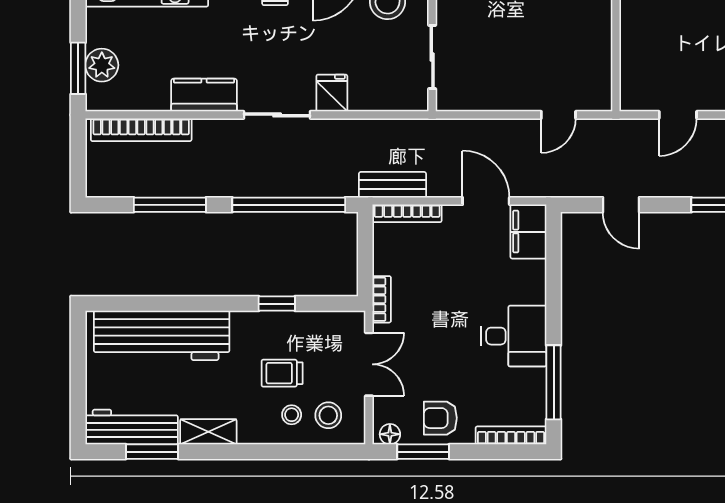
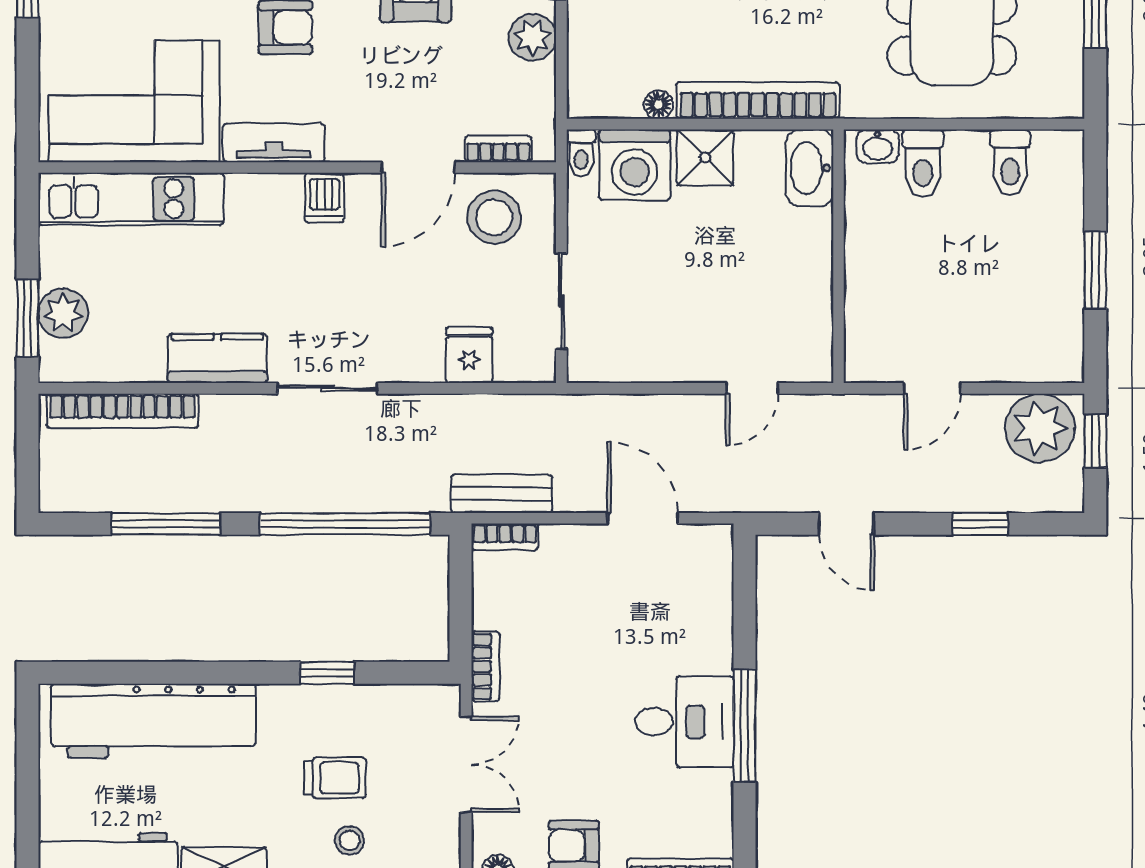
fridge: (332, 93) -> (469, 355), moved
bookcase: (407, 213) -> (505, 537), width x0.64
filing cabinet: (528, 232) -> (707, 564), removed
trolley: (282, 373) -> (335, 778), turned 180
window: (554, 382) -> (745, 726), moved
stool: (328, 415) -> (405, 841), removed

